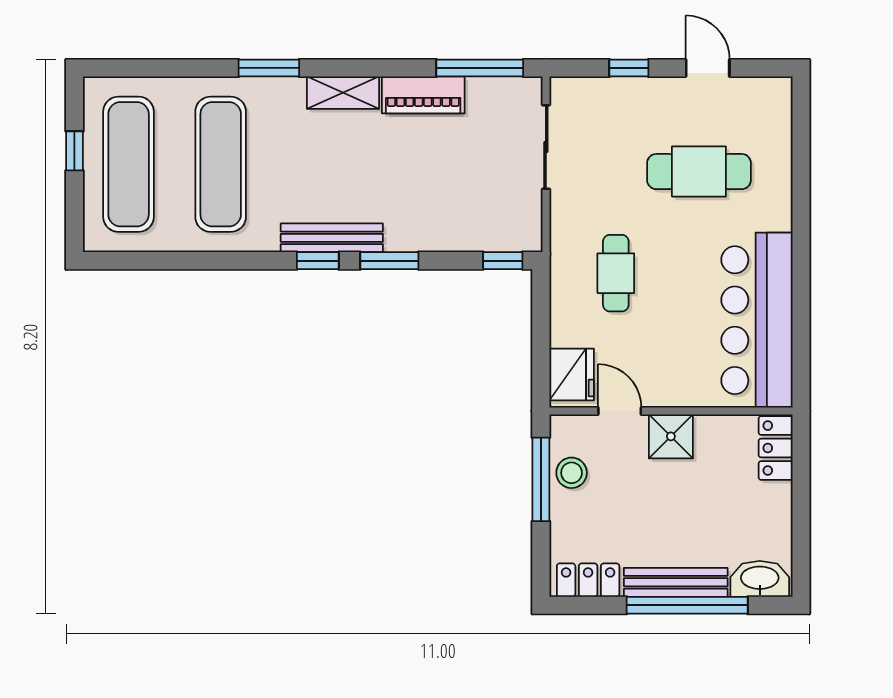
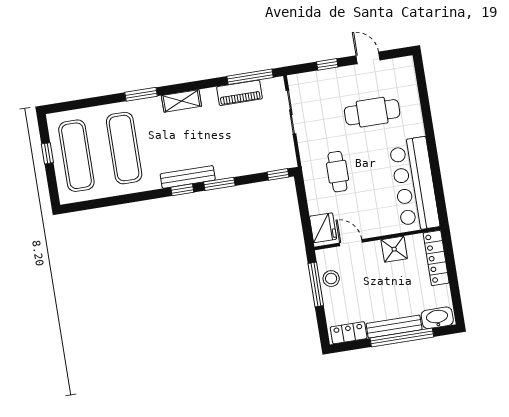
piano: (423, 95) -> (239, 93), moved
shower: (671, 436) -> (394, 249), moved
locker: (776, 448) -> (436, 258), width x1.53

